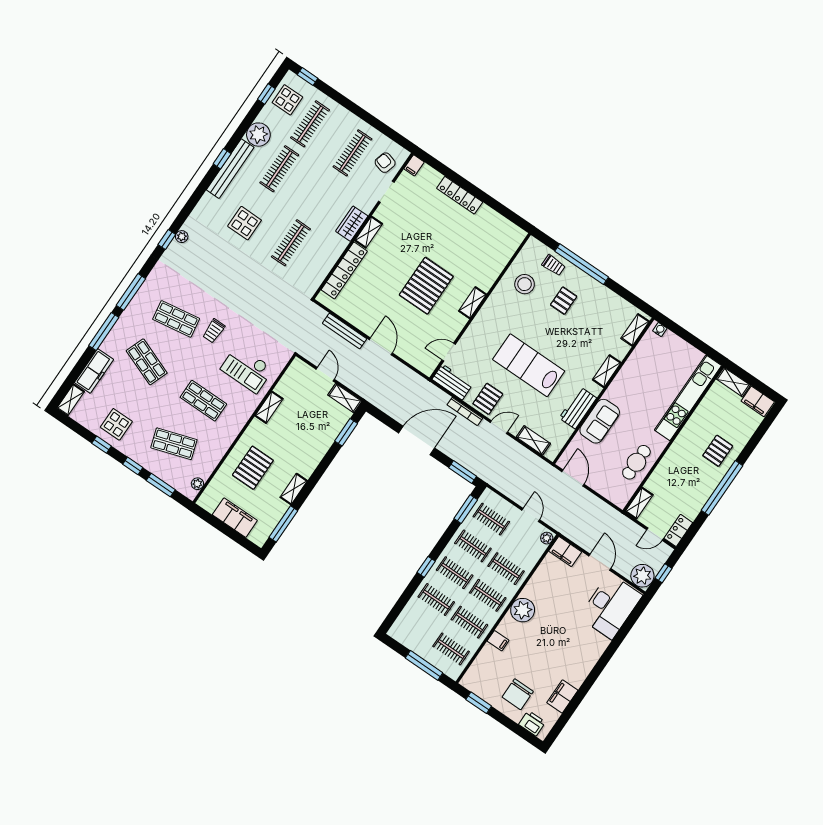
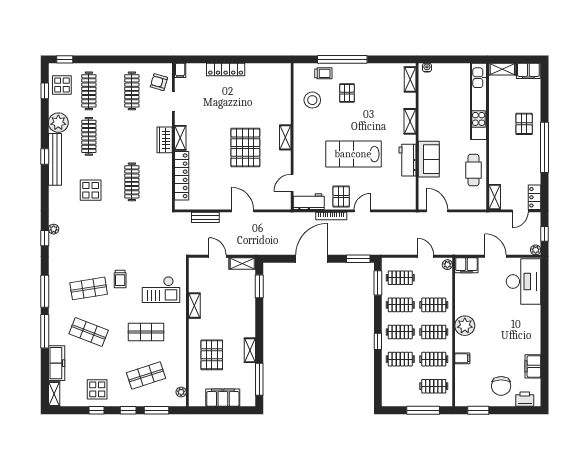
bench: (345, 331) -> (205, 217), width x0.73
shelving: (533, 440) -> (392, 204), removed
plant: (642, 576) -> (536, 250), width x0.53, depth x0.53

